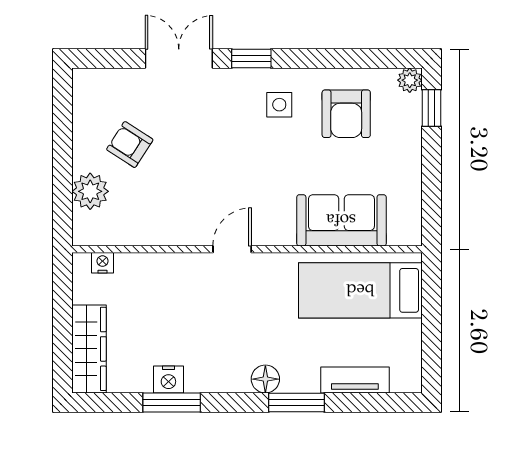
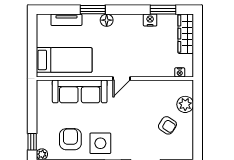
side table: (279, 105) -> (100, 143), width x1.87, depth x1.87
sofa: (341, 220) -> (80, 91), width x1.36
window: (172, 402) -> (163, 10), moved

